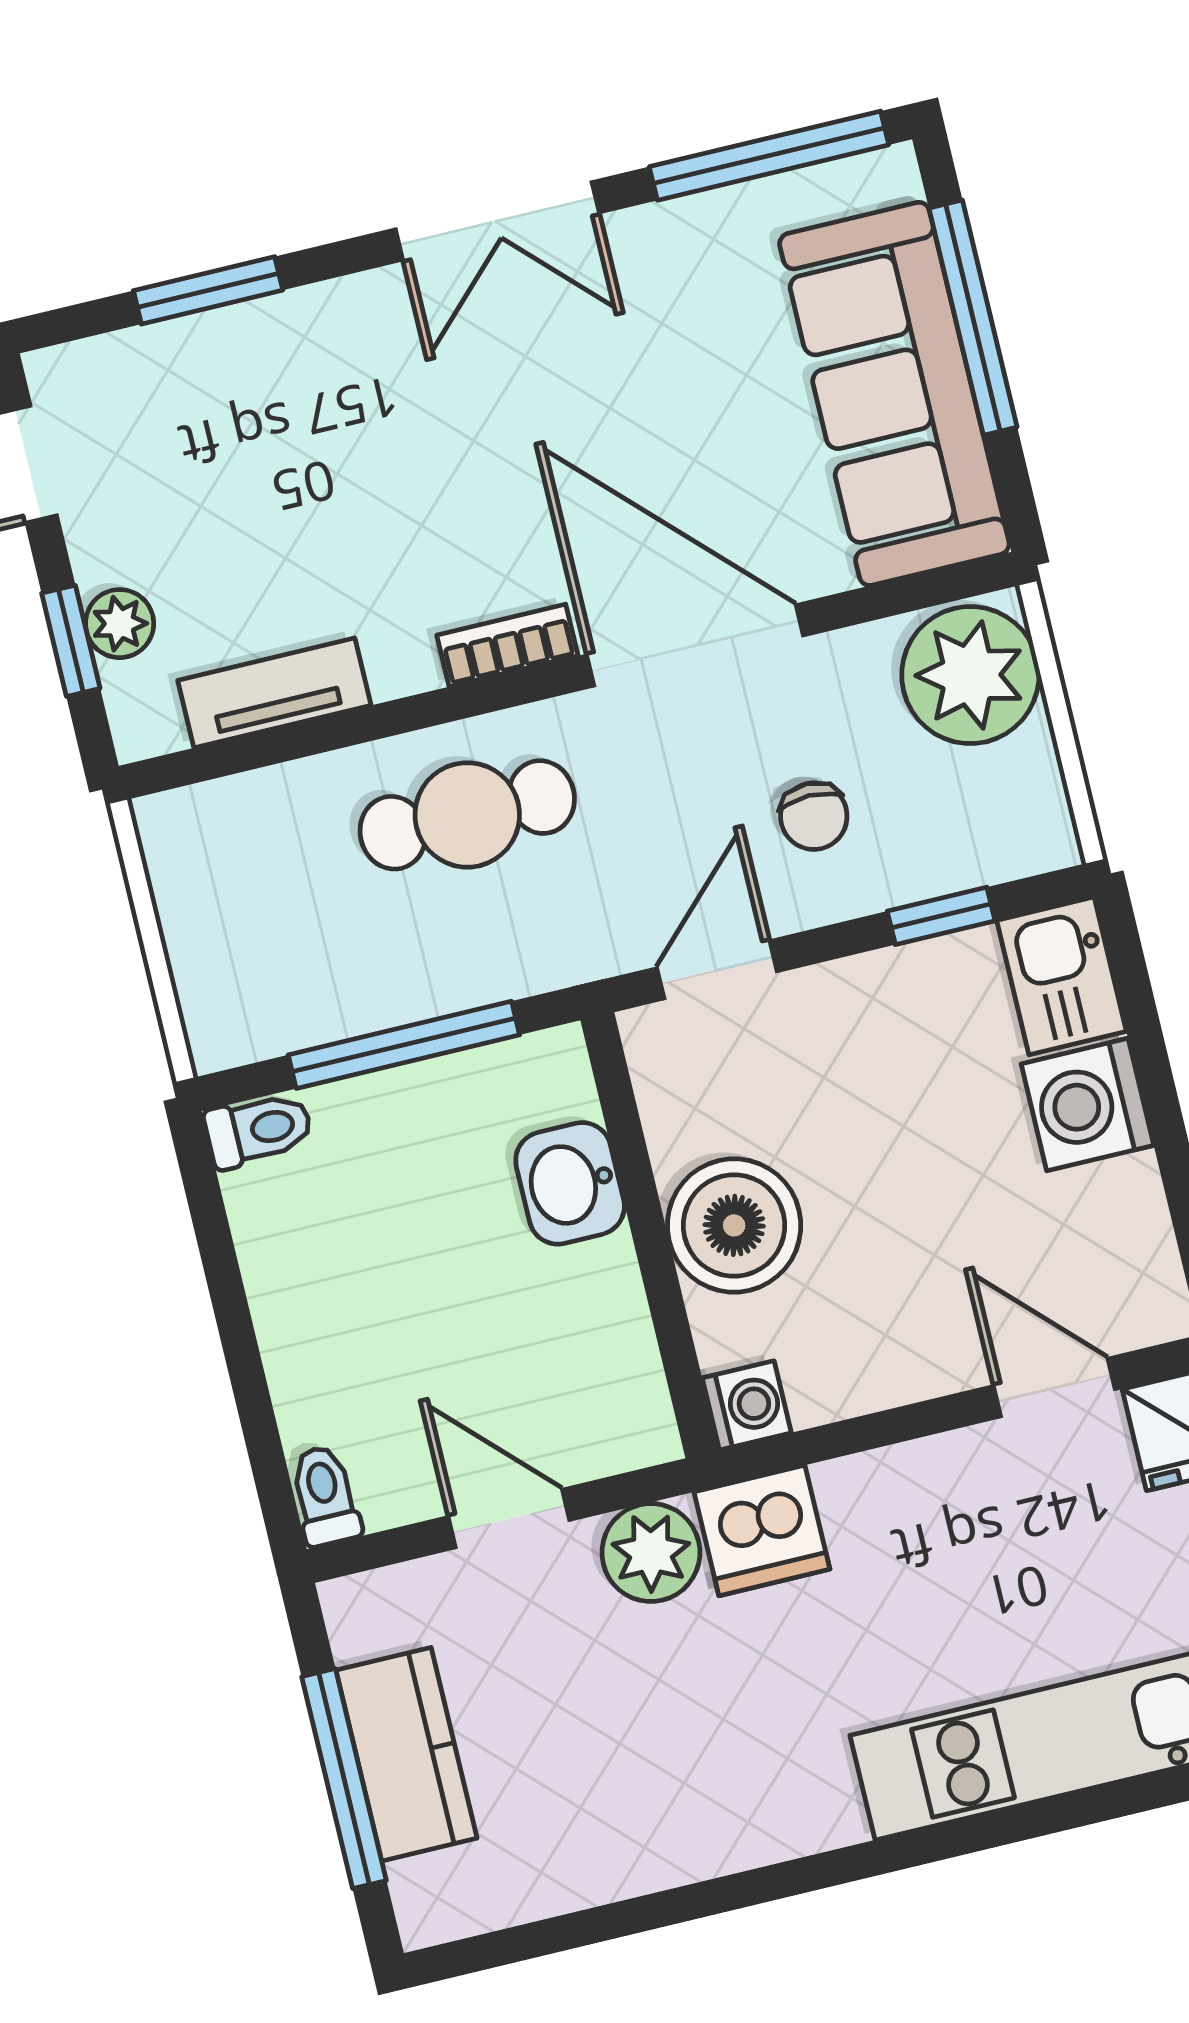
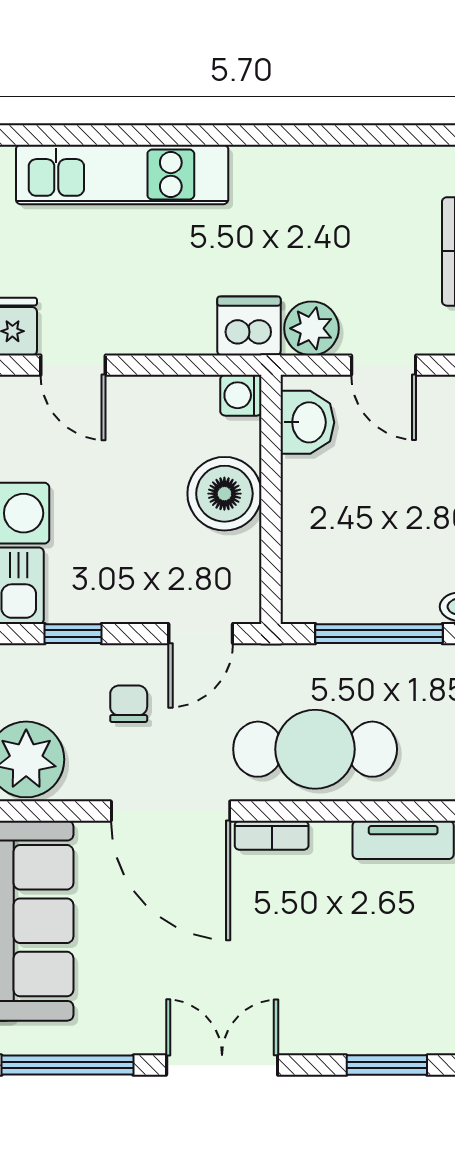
cafe table: (467, 815) -> (315, 749), width x1.37, depth x1.35
washbasin: (570, 1183) -> (307, 422), moved

